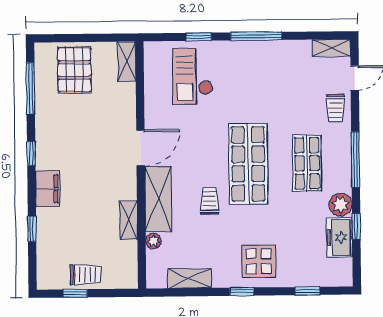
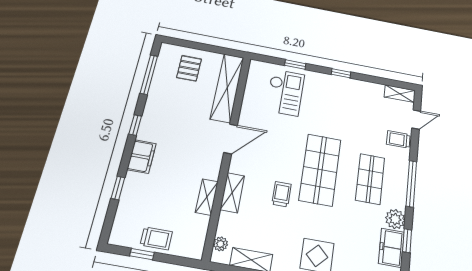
window: (256, 36) -> (341, 73), width x0.46
shelving: (127, 61) -> (227, 88), width x2.20, depth x1.33
pallet: (74, 70) -> (189, 68), width x0.67, depth x0.71
checkout: (193, 76) -> (285, 92), turned 180
trolley: (335, 108) -> (398, 139), turned 90
shelving: (158, 199) -> (232, 193), width x0.67, depth x0.75
plant: (153, 241) -> (220, 244), moved

